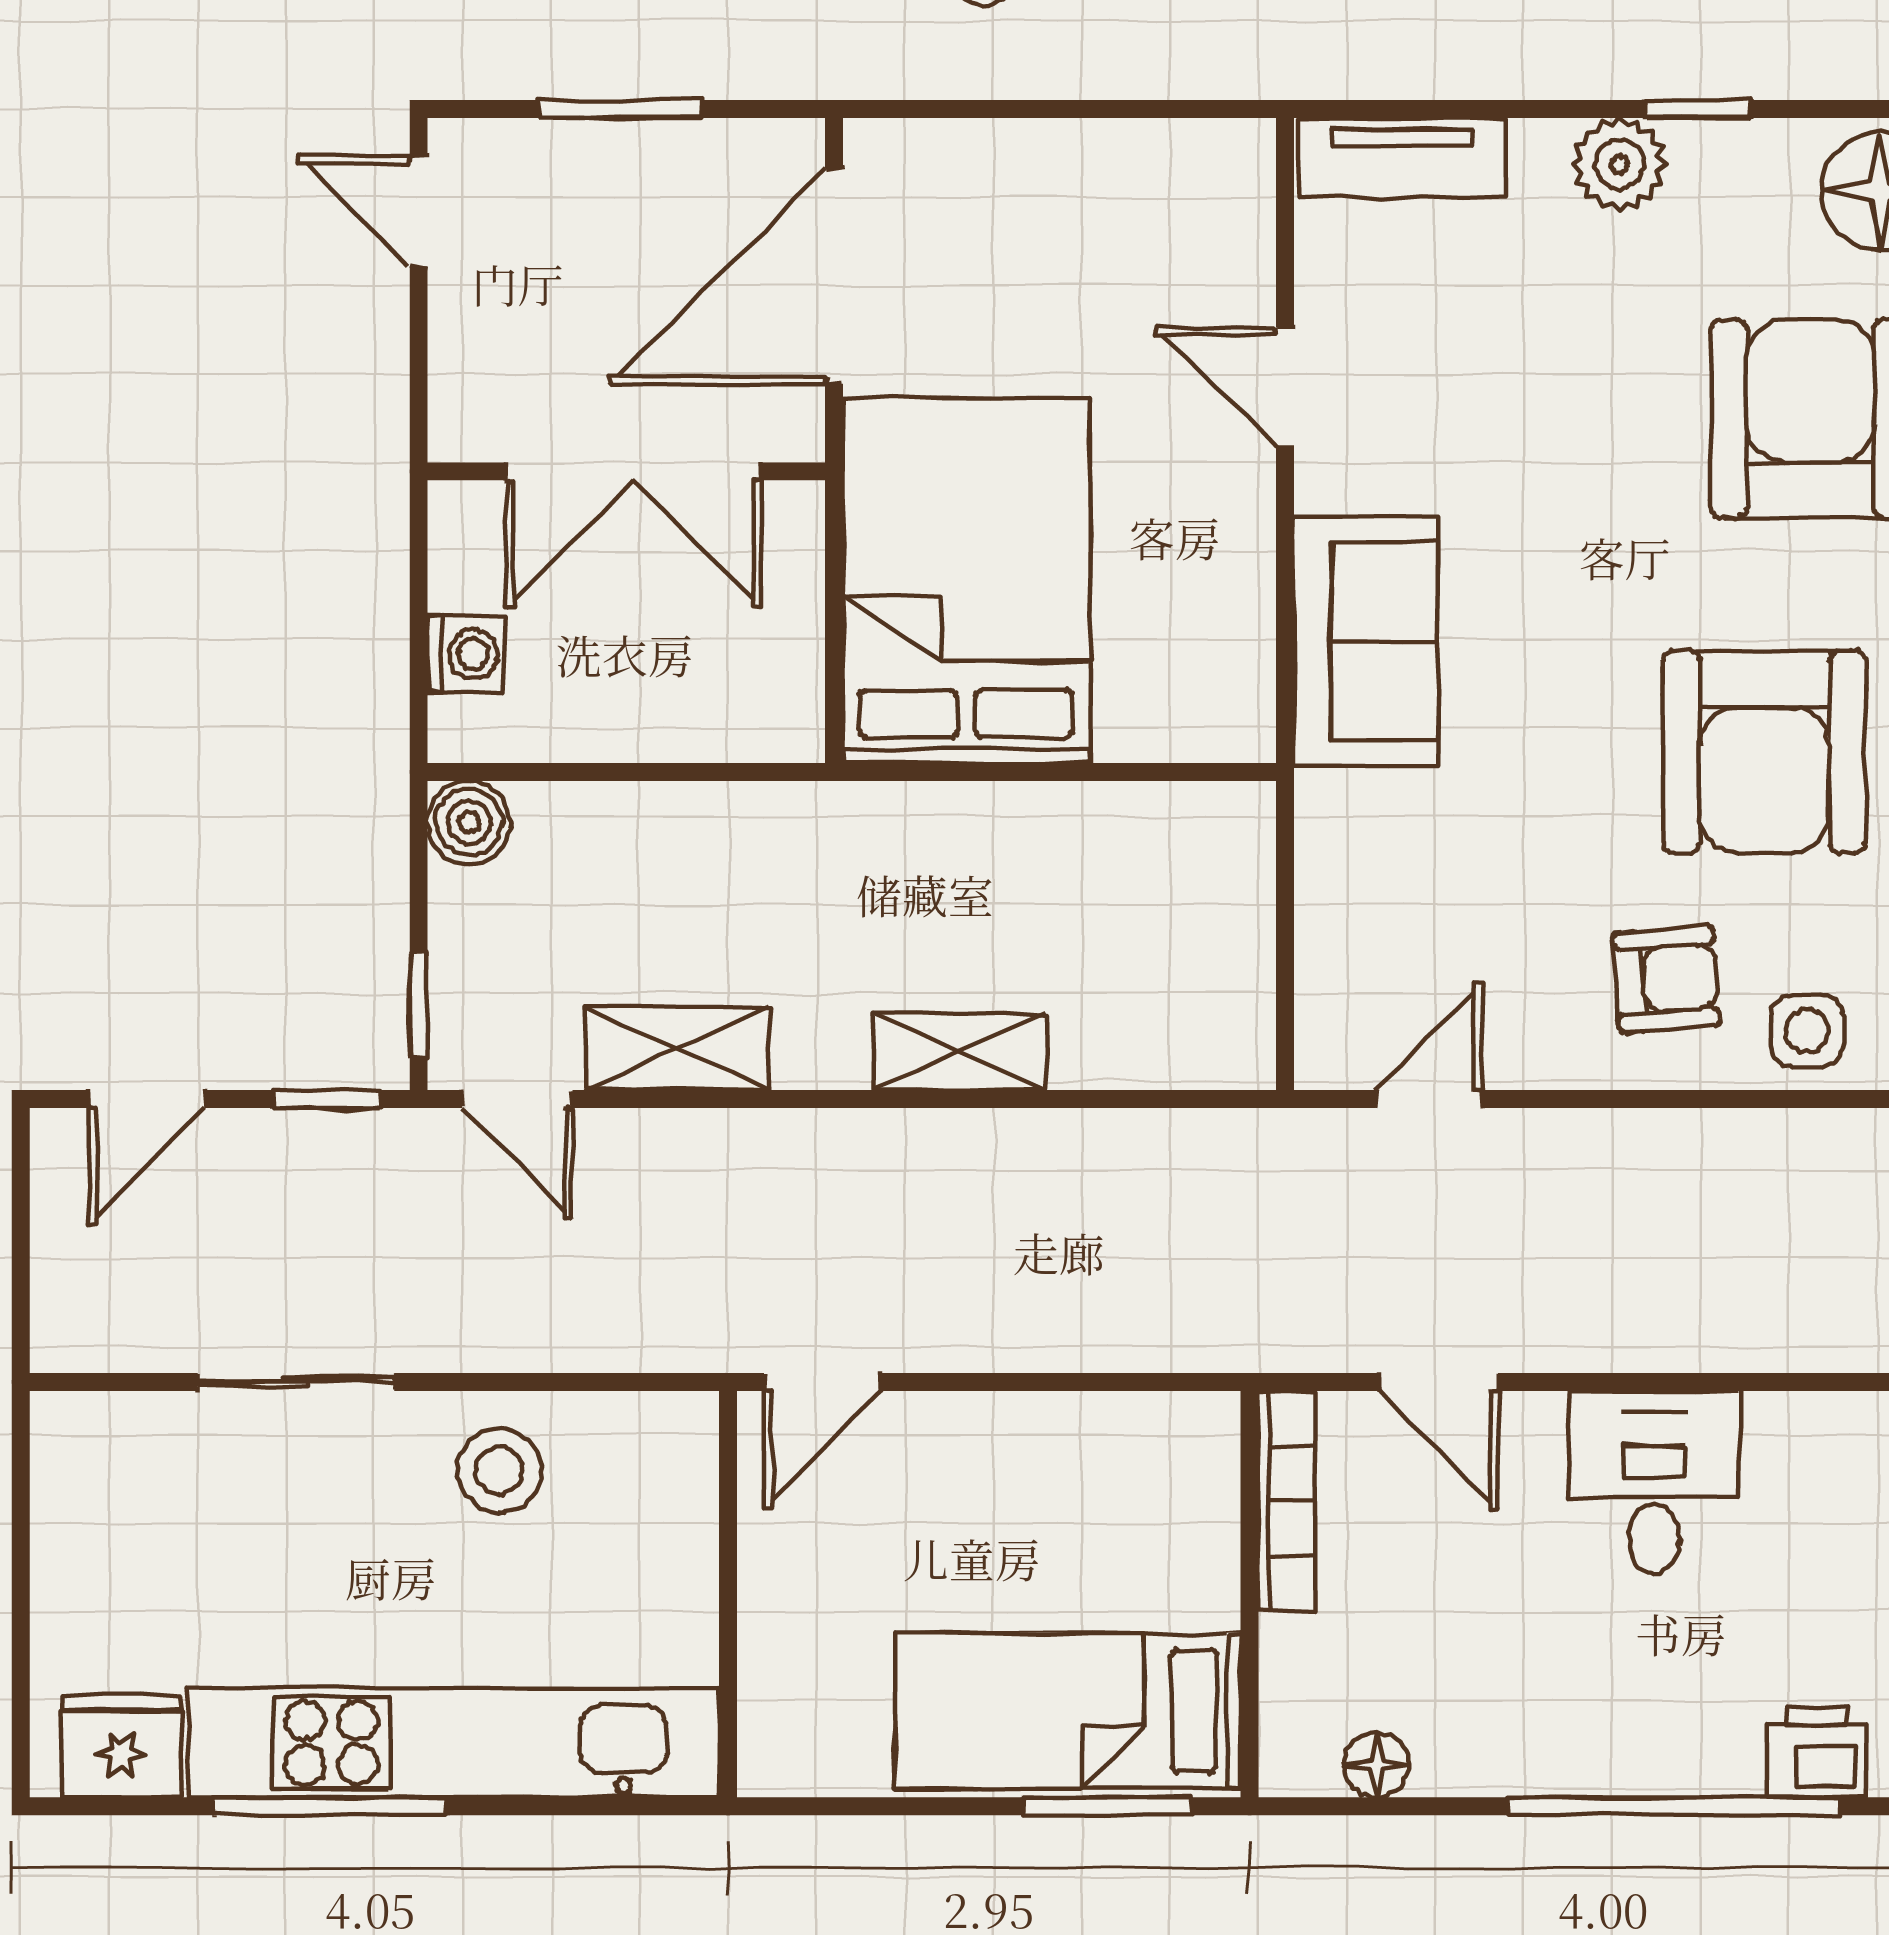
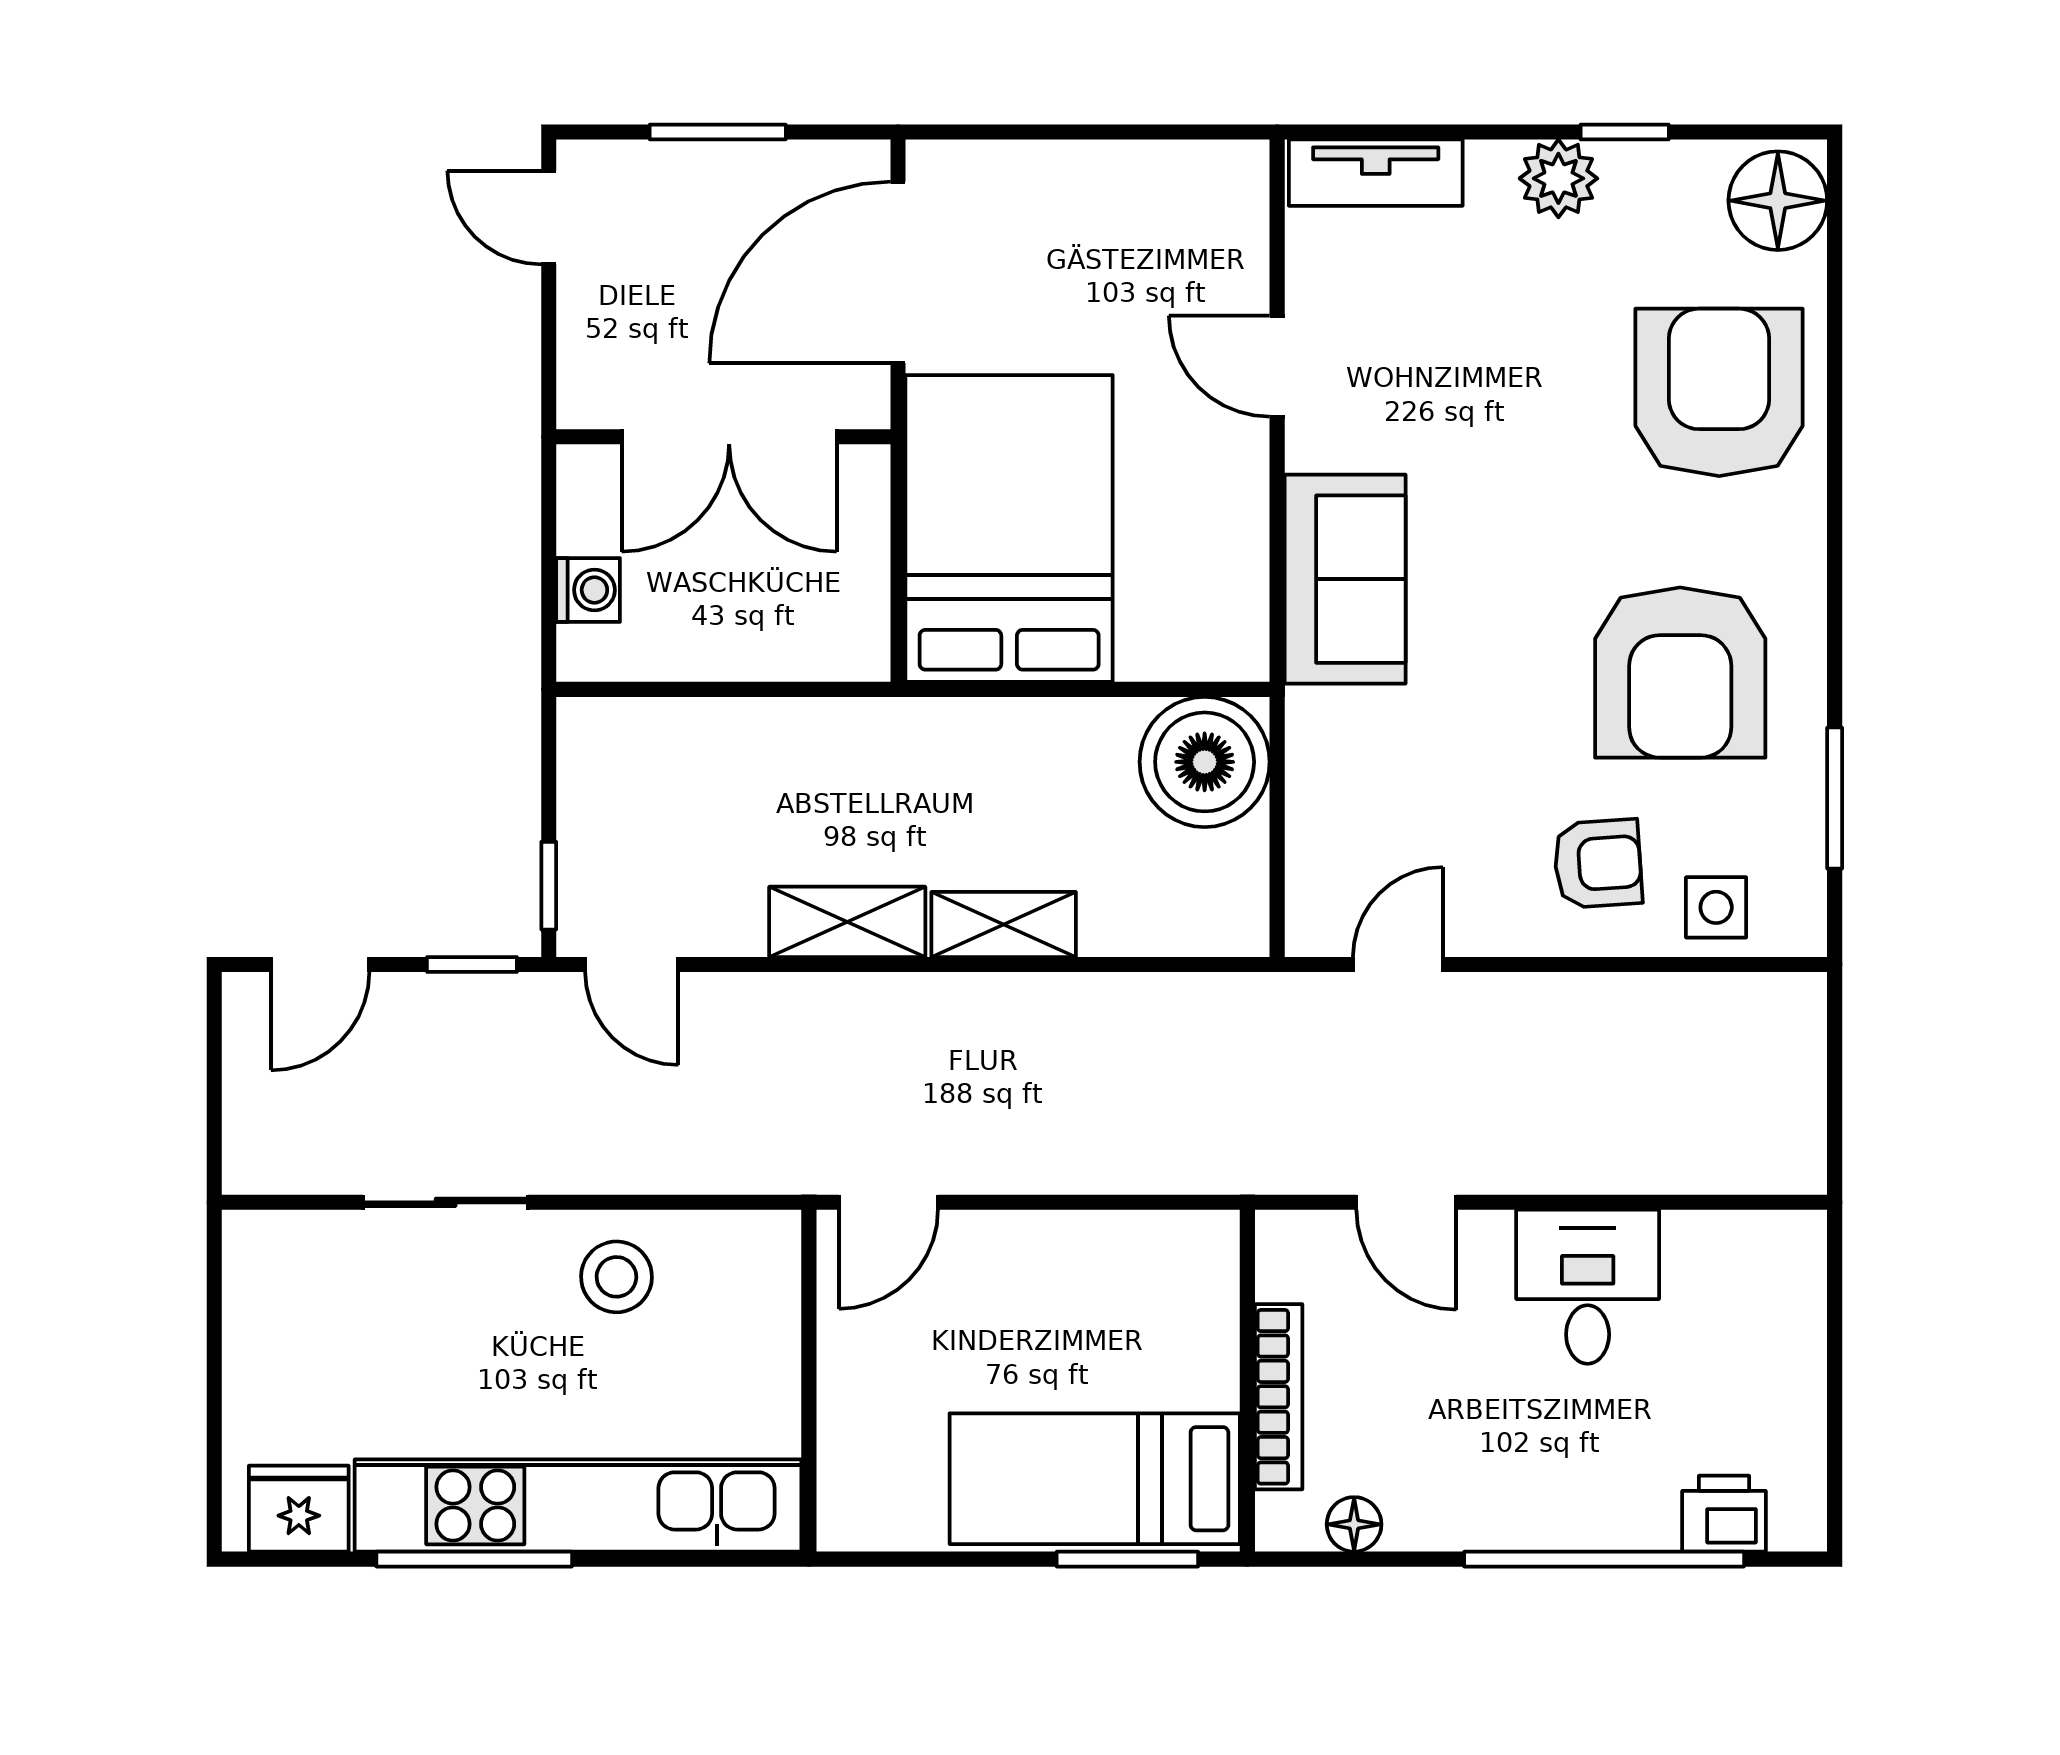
boiler: (469, 822) -> (1205, 762), moved, width x1.86, depth x1.86
shelving: (677, 1048) -> (847, 922), moved
bookcase: (1287, 1501) -> (1279, 1397), moved

